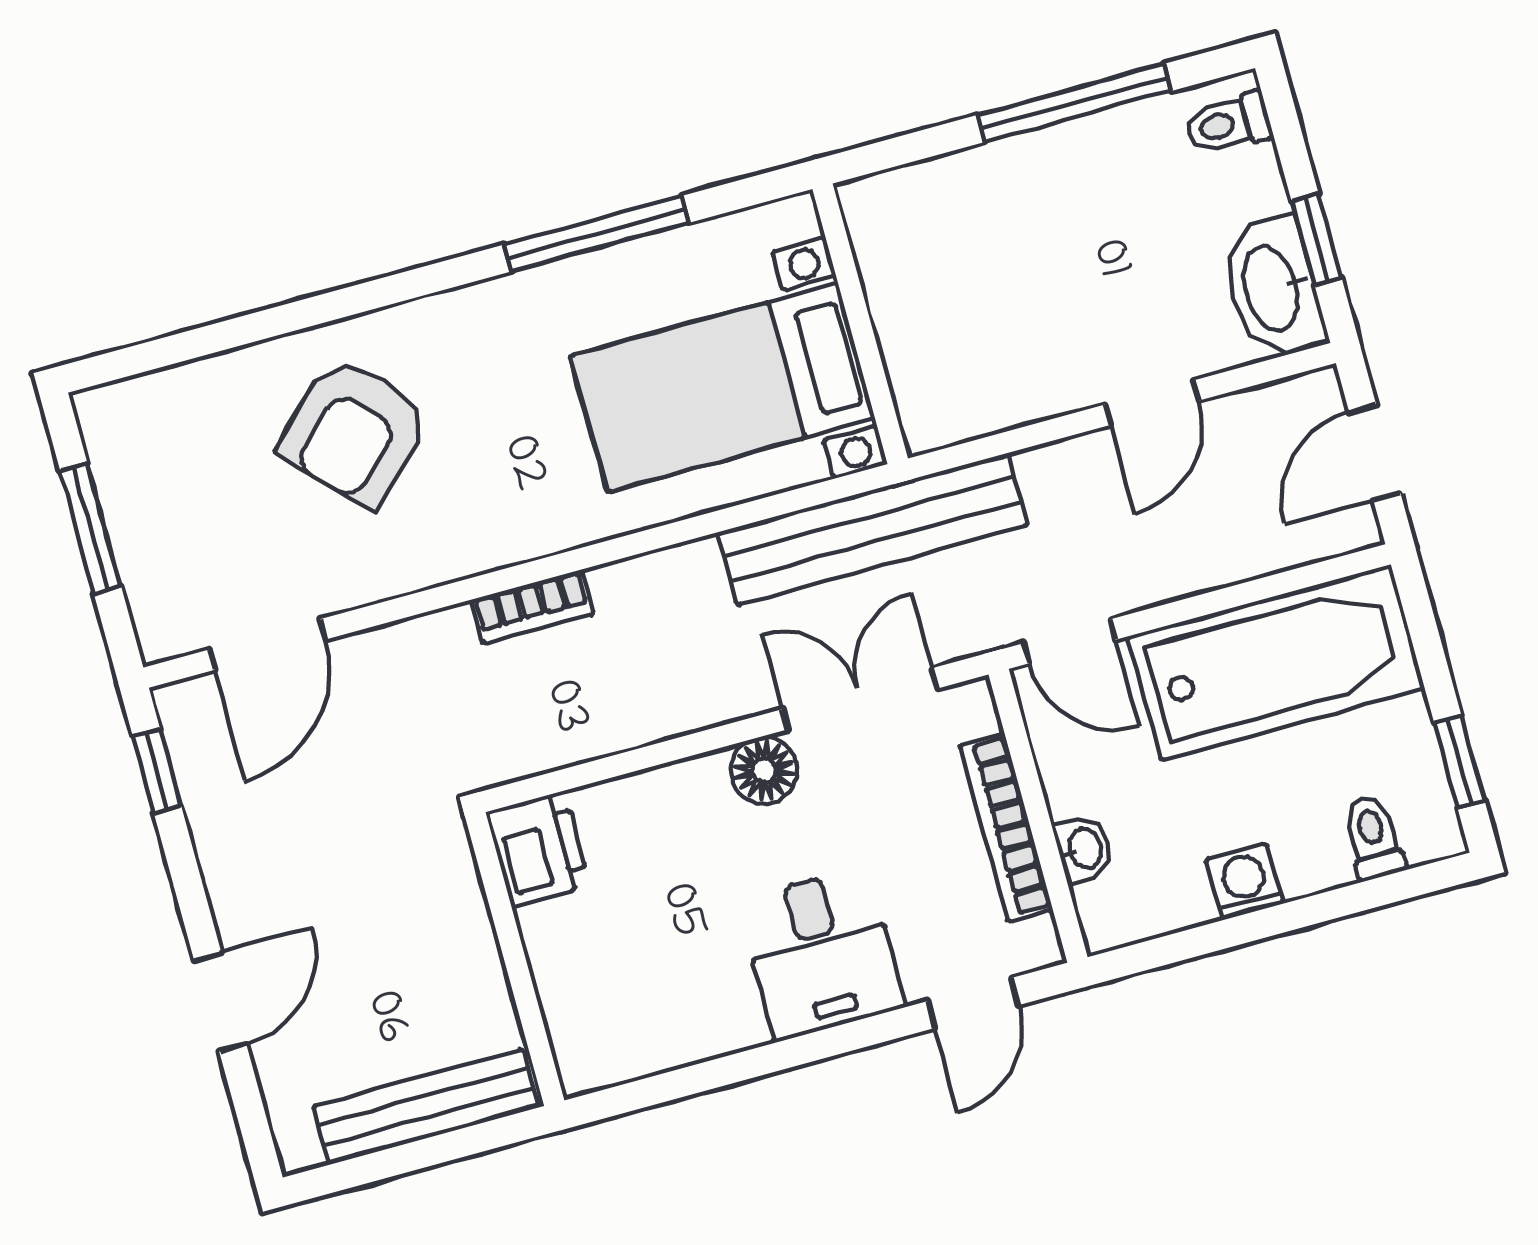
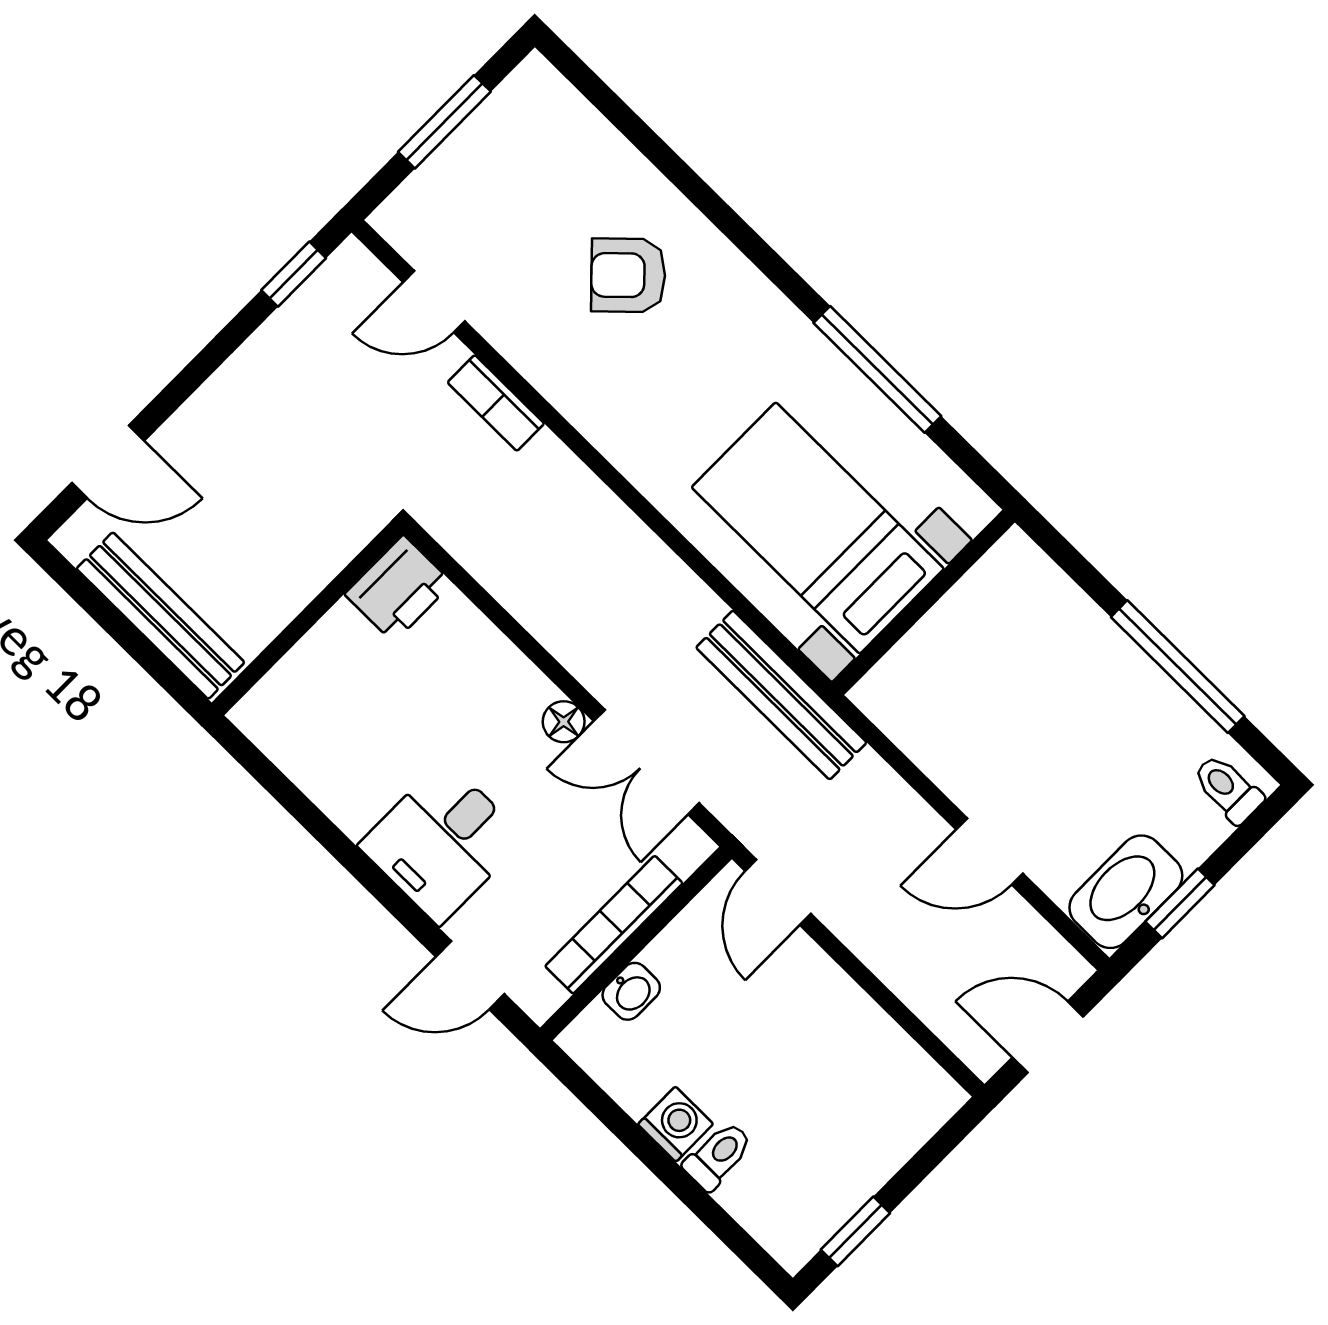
armchair: (354, 432) -> (628, 275), width x0.72, depth x0.72
bench: (873, 529) -> (781, 695), width x0.73, depth x0.82
bookcase: (532, 607) -> (496, 403), moved
door: (267, 645) -> (434, 302), width x0.73
bathtub: (1276, 663) -> (850, 1054), removed
double door: (860, 699) -> (646, 762), swing flipped
floor lamp: (764, 770) -> (564, 722), width x0.73, depth x0.73
toilet: (1373, 838) -> (718, 1156), moved
door: (220, 1002) -> (108, 462), moved

